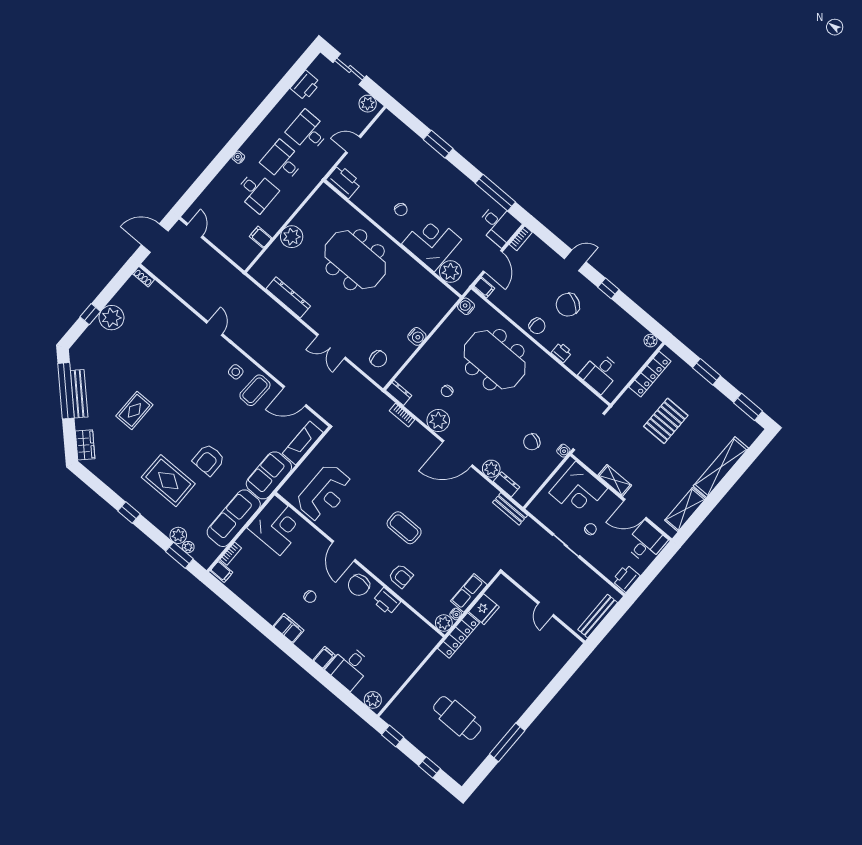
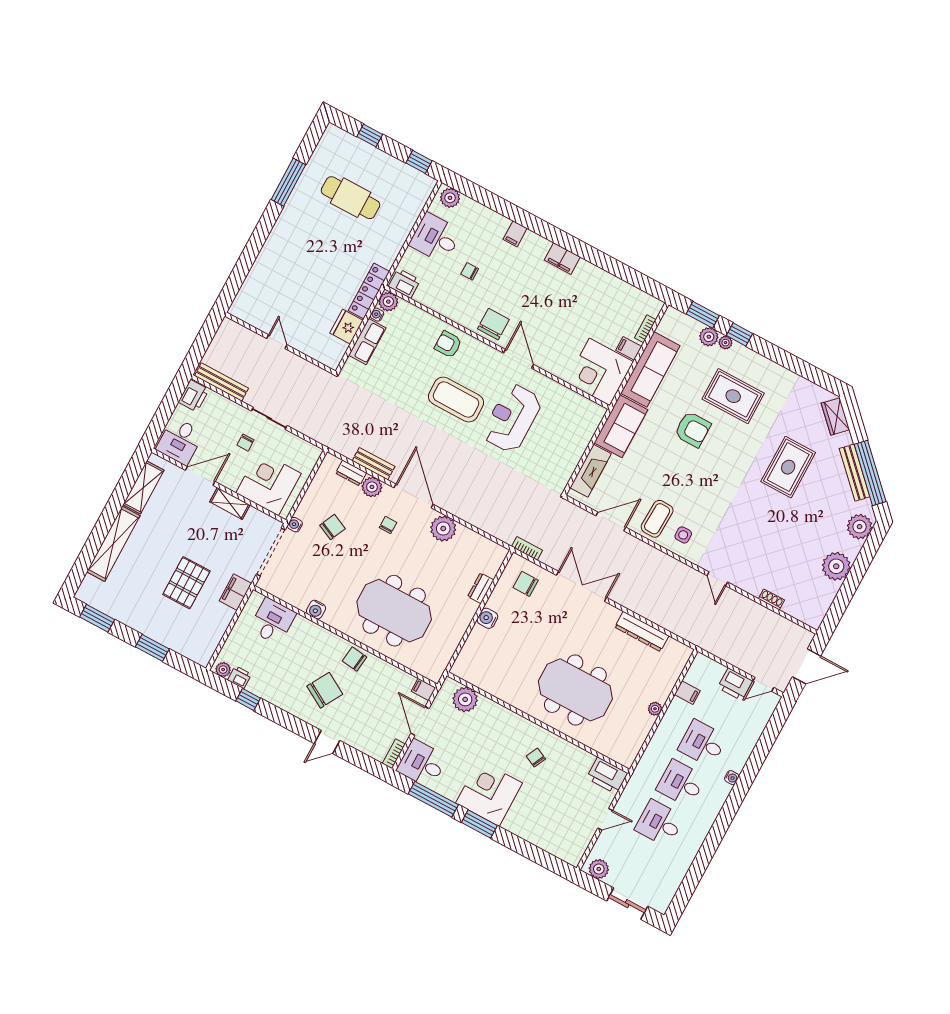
printer: (305, 85) -> (735, 684), moved, turned -90
desk: (308, 131) -> (659, 823), turned 180
window: (438, 144) -> (479, 824), moved
desk: (282, 161) -> (681, 783), turned 180
door: (195, 231) -> (763, 684), hinge flipped
plant: (292, 237) -> (655, 709), width x0.53, depth x0.53
corner desk: (432, 242) -> (489, 793), moved, turned 180
shoe rack: (144, 277) -> (771, 599), moved
window: (608, 288) -> (248, 699), moved
water cooler: (466, 306) -> (316, 610), moved, turned 90
window: (90, 314) -> (861, 565), removed
double door: (331, 346) -> (582, 586), width x1.37
plant: (85, 347) -> (860, 527), added
printer: (562, 352) -> (239, 677), moved, turned 180
locker: (650, 374) -> (216, 632), removed
chair: (447, 391) -> (388, 525), moved
dresser: (399, 393) -> (481, 588), moved, turned 90
filing cabinet: (626, 404) -> (235, 592), added
rug: (134, 410) -> (788, 467), width x1.36, depth x1.43
bookcase: (402, 415) -> (527, 548), moved
door: (457, 454) -> (414, 496), hinge flipped
armchair: (209, 460) -> (693, 429), turned 90
reception desk: (324, 493) -> (512, 418), moved
bench: (510, 509) -> (374, 464), moved
window: (129, 513) -> (740, 334), moved
coffee table: (404, 528) -> (456, 399), width x1.36, depth x1.32
plant: (188, 547) -> (726, 343), moved
filing cabinet: (222, 572) -> (629, 348), moved
chair: (310, 597) -> (470, 271), moved
printer: (386, 601) -> (404, 283), moved
bench: (598, 616) -> (222, 382), moved, turned 90
desk: (349, 667) -> (435, 238), moved, turned -90

